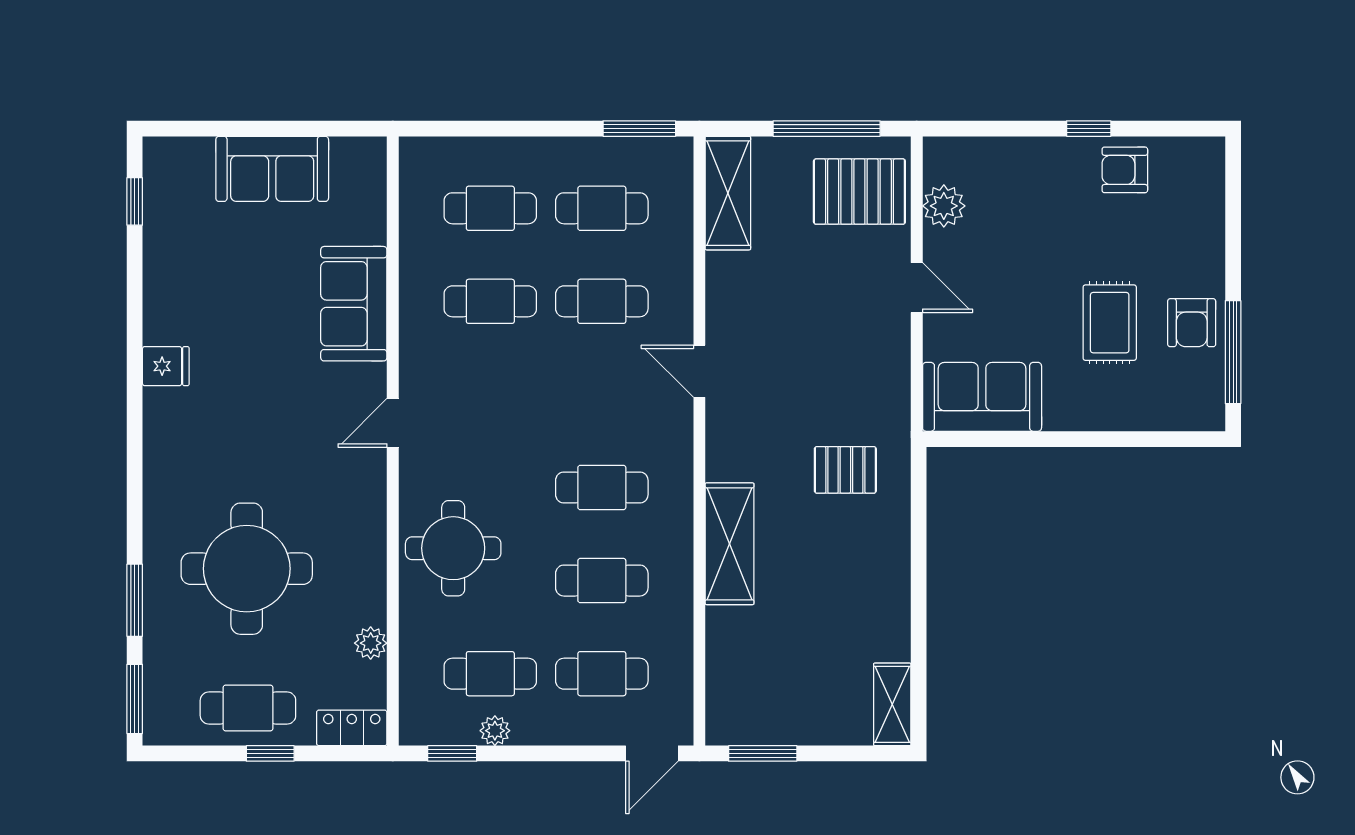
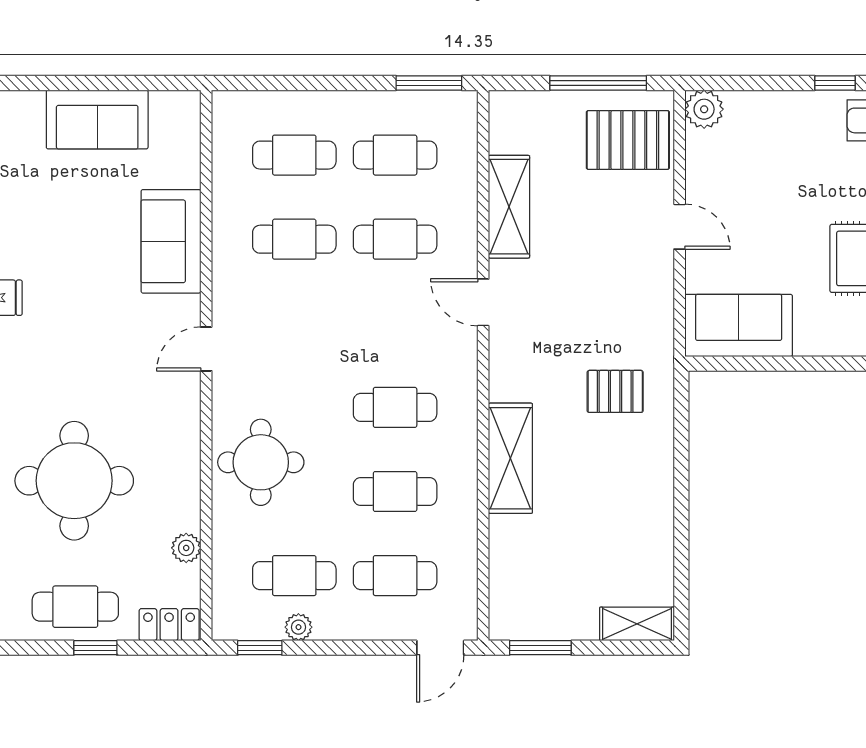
shelving: (728, 193) -> (509, 207), moved
plant: (944, 206) -> (704, 109), moved
shelving: (892, 704) -> (637, 624), moved, turned 90

